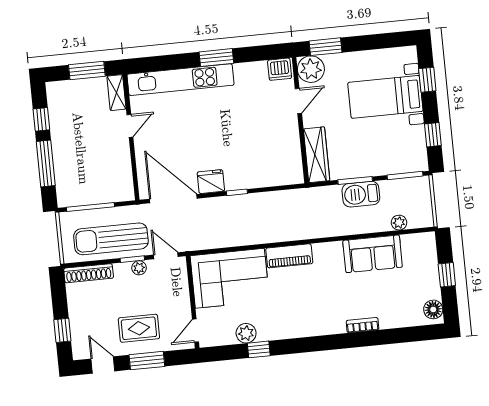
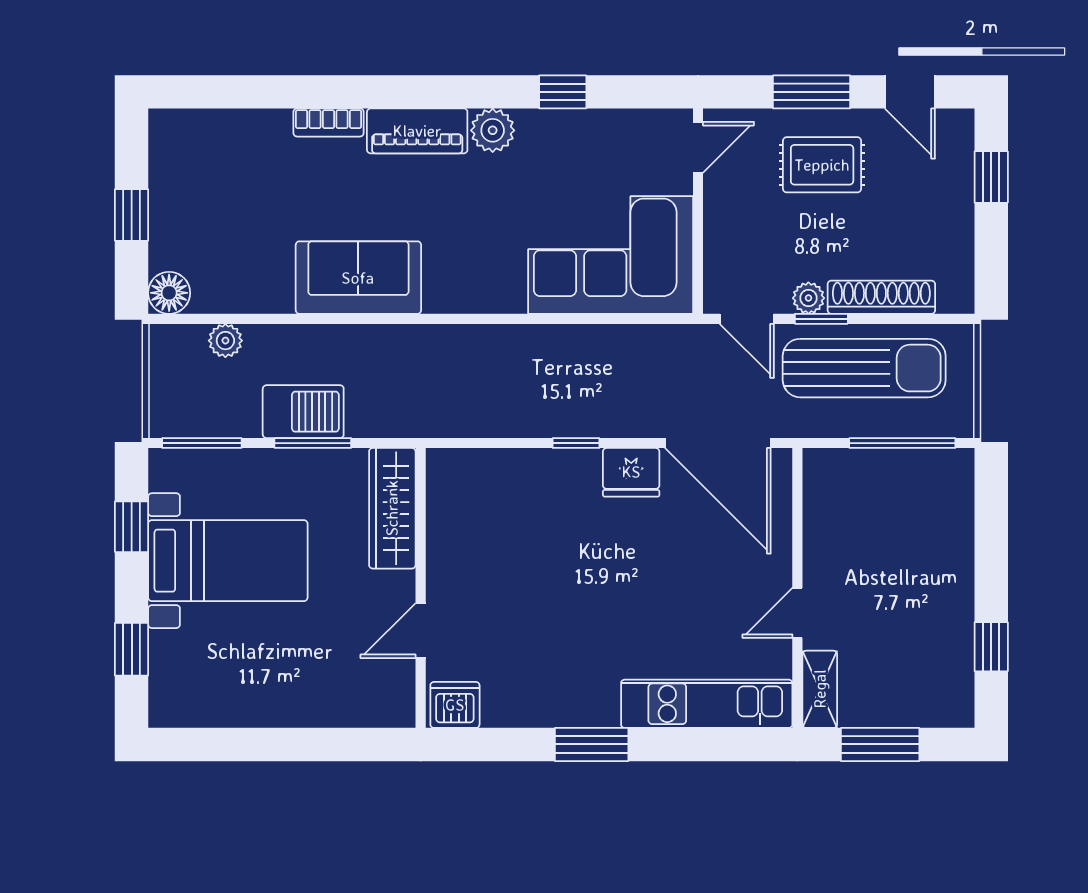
window: (326, 47) -> (349, 744), removed
plant: (311, 69) -> (386, 698), removed
kitchen unit: (181, 80) -> (707, 704), width x0.73
bed with nightstands: (385, 97) -> (228, 561), moved
window: (46, 163) -> (991, 549), removed
sofa: (373, 254) -> (358, 278), moved
piano: (289, 256) -> (417, 131), moved, turned 180
shoe rack: (89, 273) -> (881, 297), moved
floor lamp: (433, 309) -> (169, 293), moved
plant: (246, 333) -> (493, 130), moved

